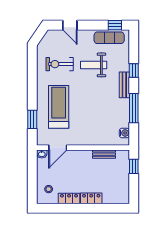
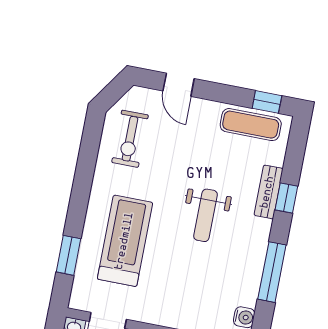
exercise bike: (60, 64) -> (130, 139), moved, turned -90
weight bench: (94, 65) -> (206, 215), moved, turned -90
bench: (124, 85) -> (268, 192), moved

